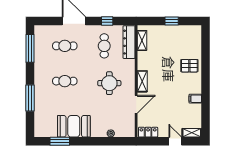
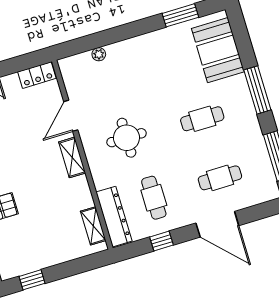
window: (172, 21) -> (32, 280), moved
window: (30, 98) -> (257, 90), moved
booth: (74, 126) -> (218, 50), moved, turned 90

